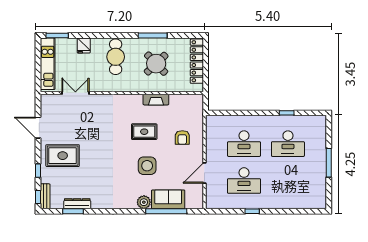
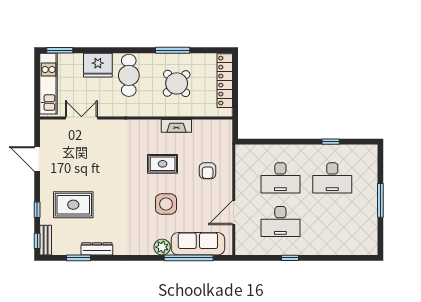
fridge: (84, 46) -> (98, 65), width x1.88, depth x1.34
rug: (63, 156) -> (73, 205), moved
sofa: (168, 199) -> (198, 244), width x1.36
dresser: (77, 204) -> (97, 249), moved

